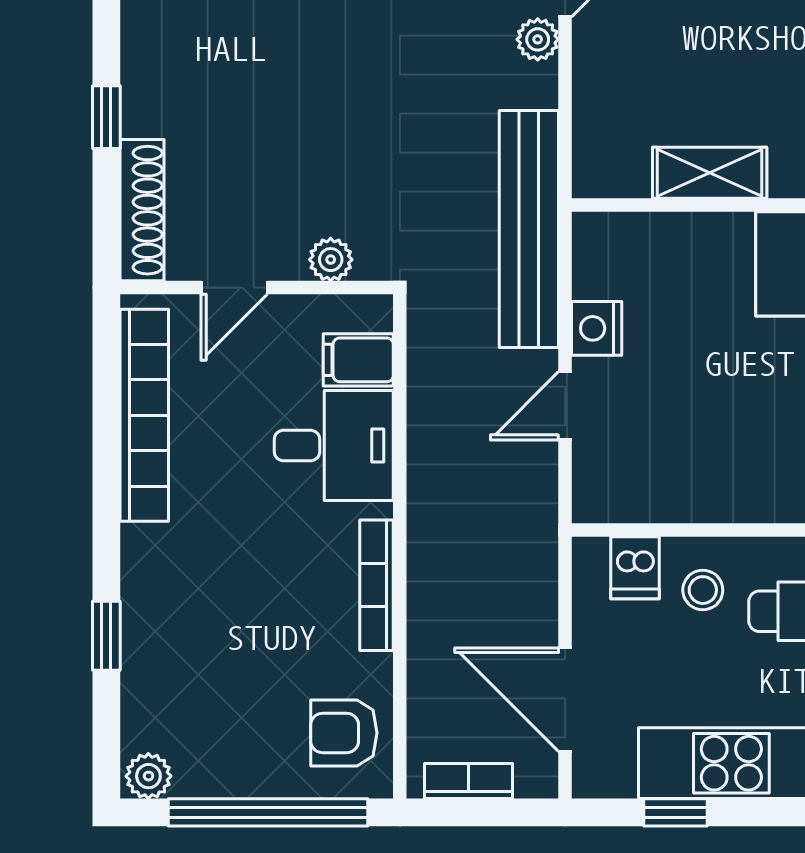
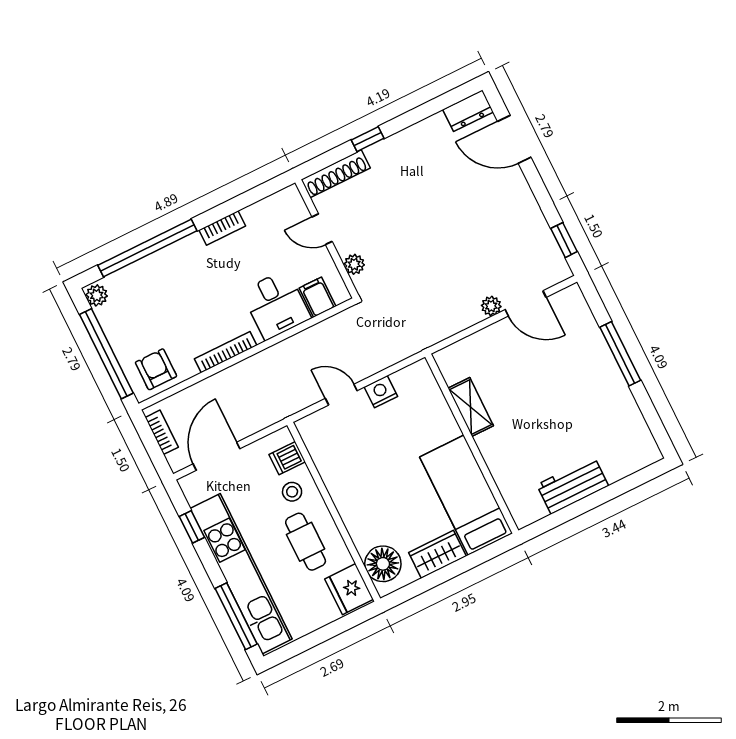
bench: (529, 229) -> (409, 342), removed
bookcase: (144, 415) -> (222, 228), width x0.43, depth x0.76
window: (106, 636) -> (147, 248), width x3.17

